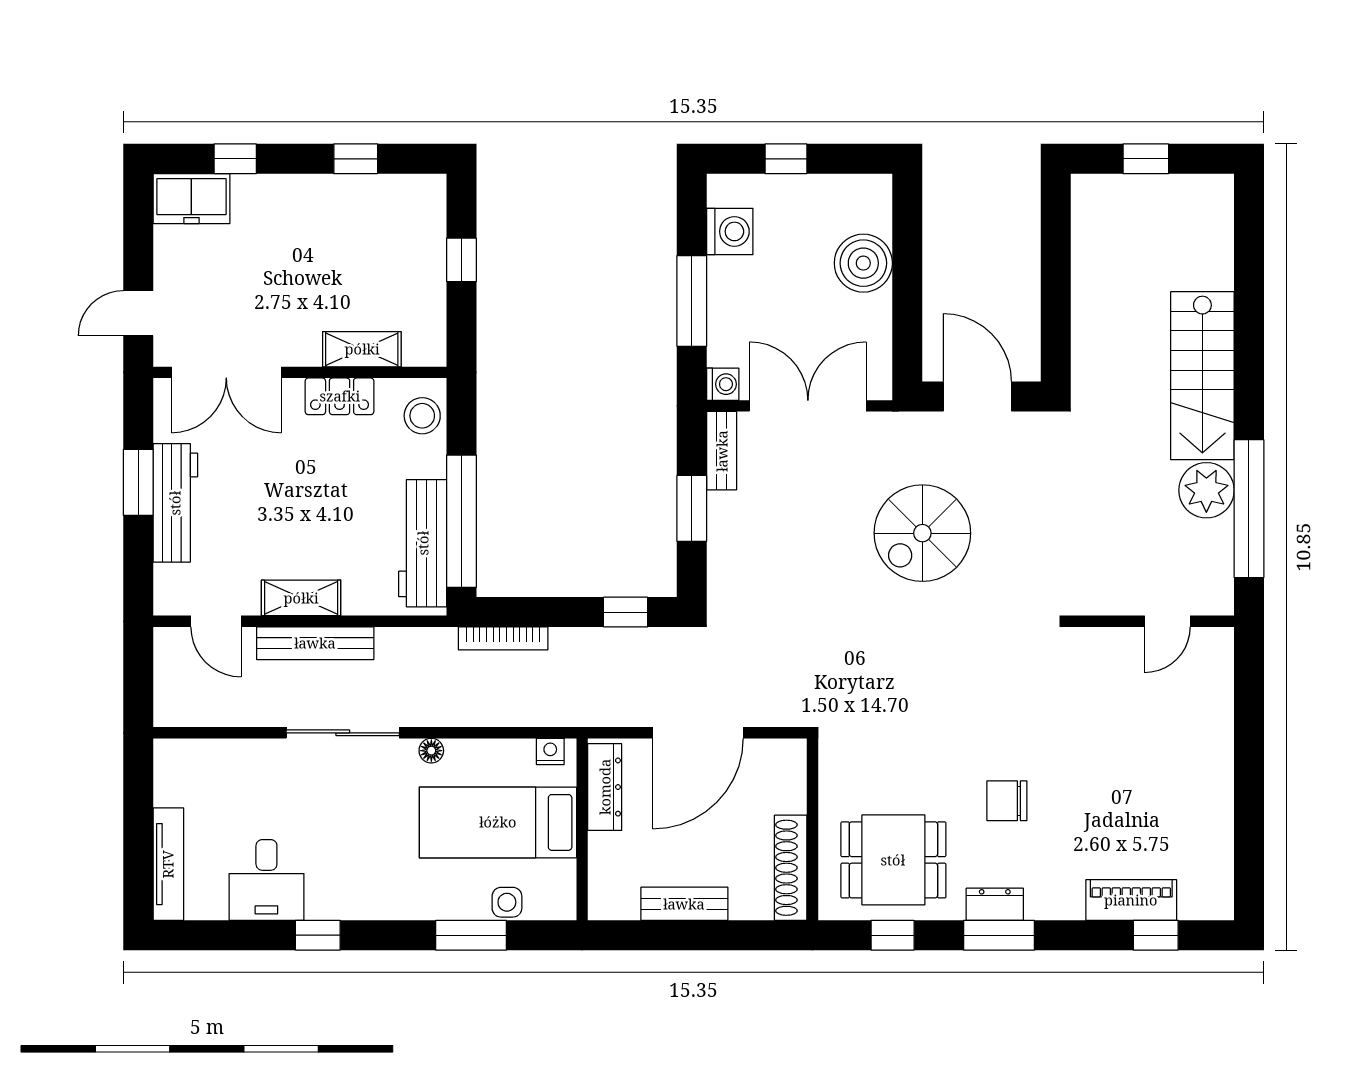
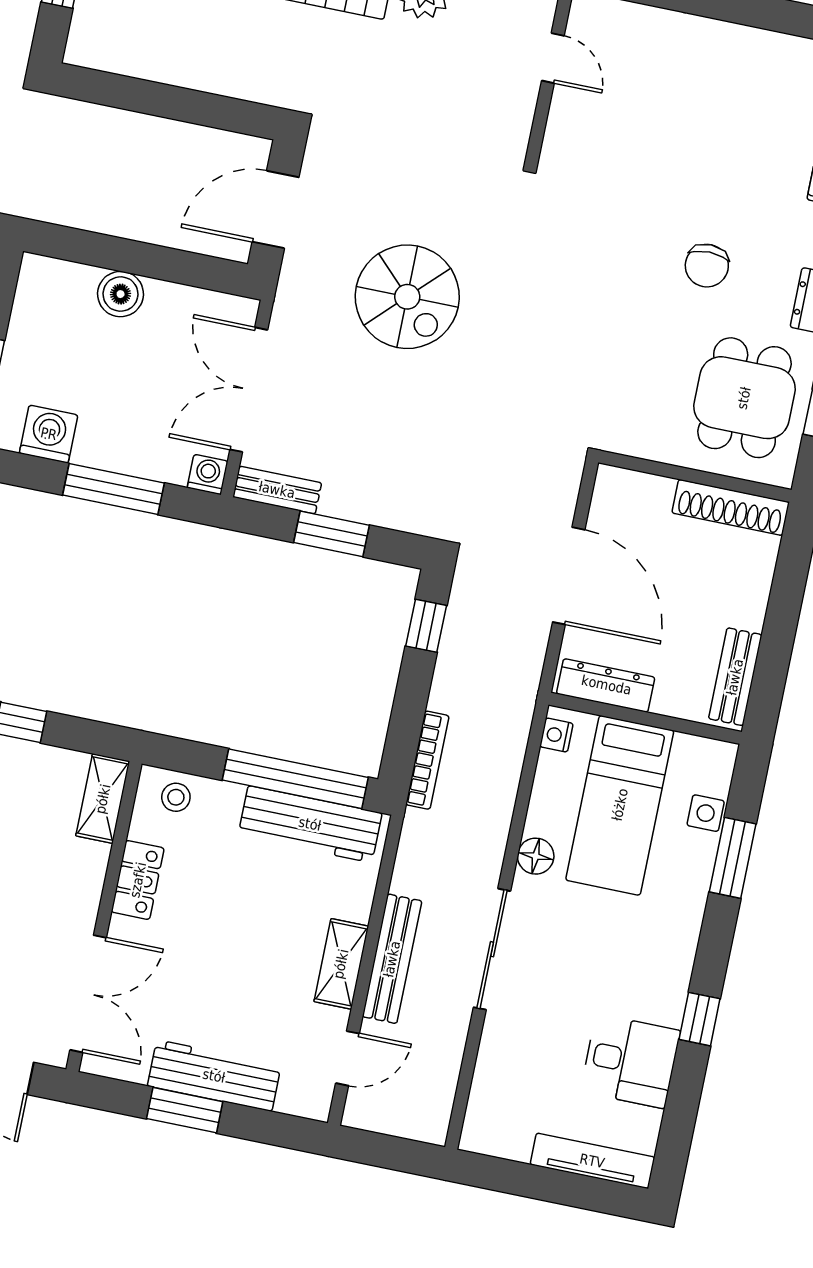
boiler: (863, 263) -> (121, 294), width x0.73, depth x0.73
shelving: (362, 349) -> (103, 799), moved
stool: (422, 416) -> (176, 797), width x0.73, depth x0.73
floor lamp: (431, 751) -> (536, 856), width x1.37, depth x1.37
bench: (684, 904) -> (735, 677), moved

